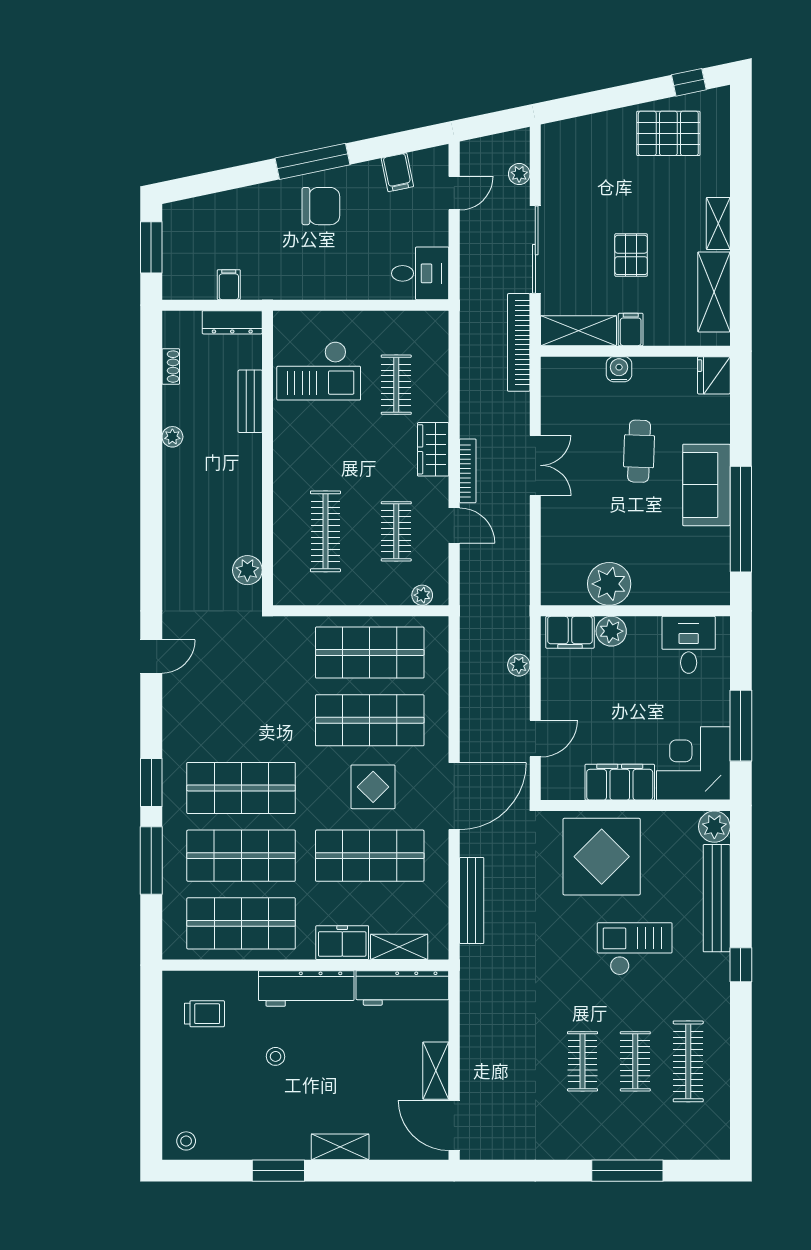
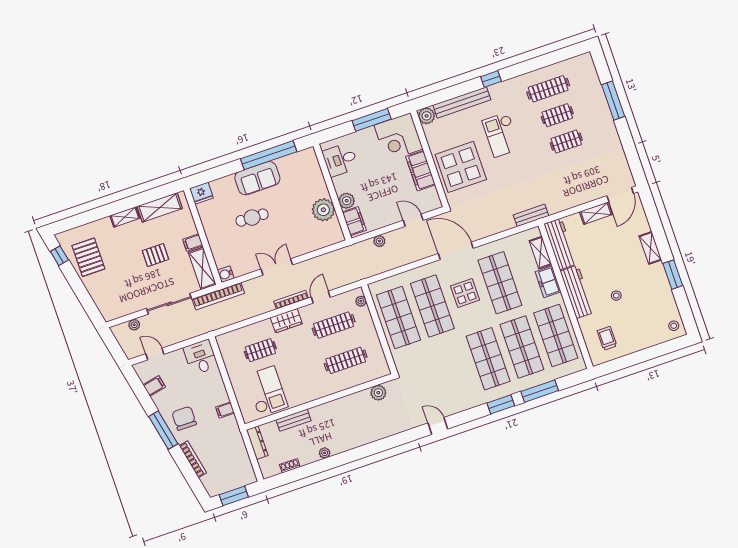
bookcase: (242, 197) -> (193, 459), added
filing cabinet: (229, 285) -> (225, 410), moved
water cooler: (619, 369) -> (226, 274), moved
clothes rail: (396, 531) -> (334, 325), width x1.36
bench: (472, 900) -> (531, 215), moved, width x0.73

